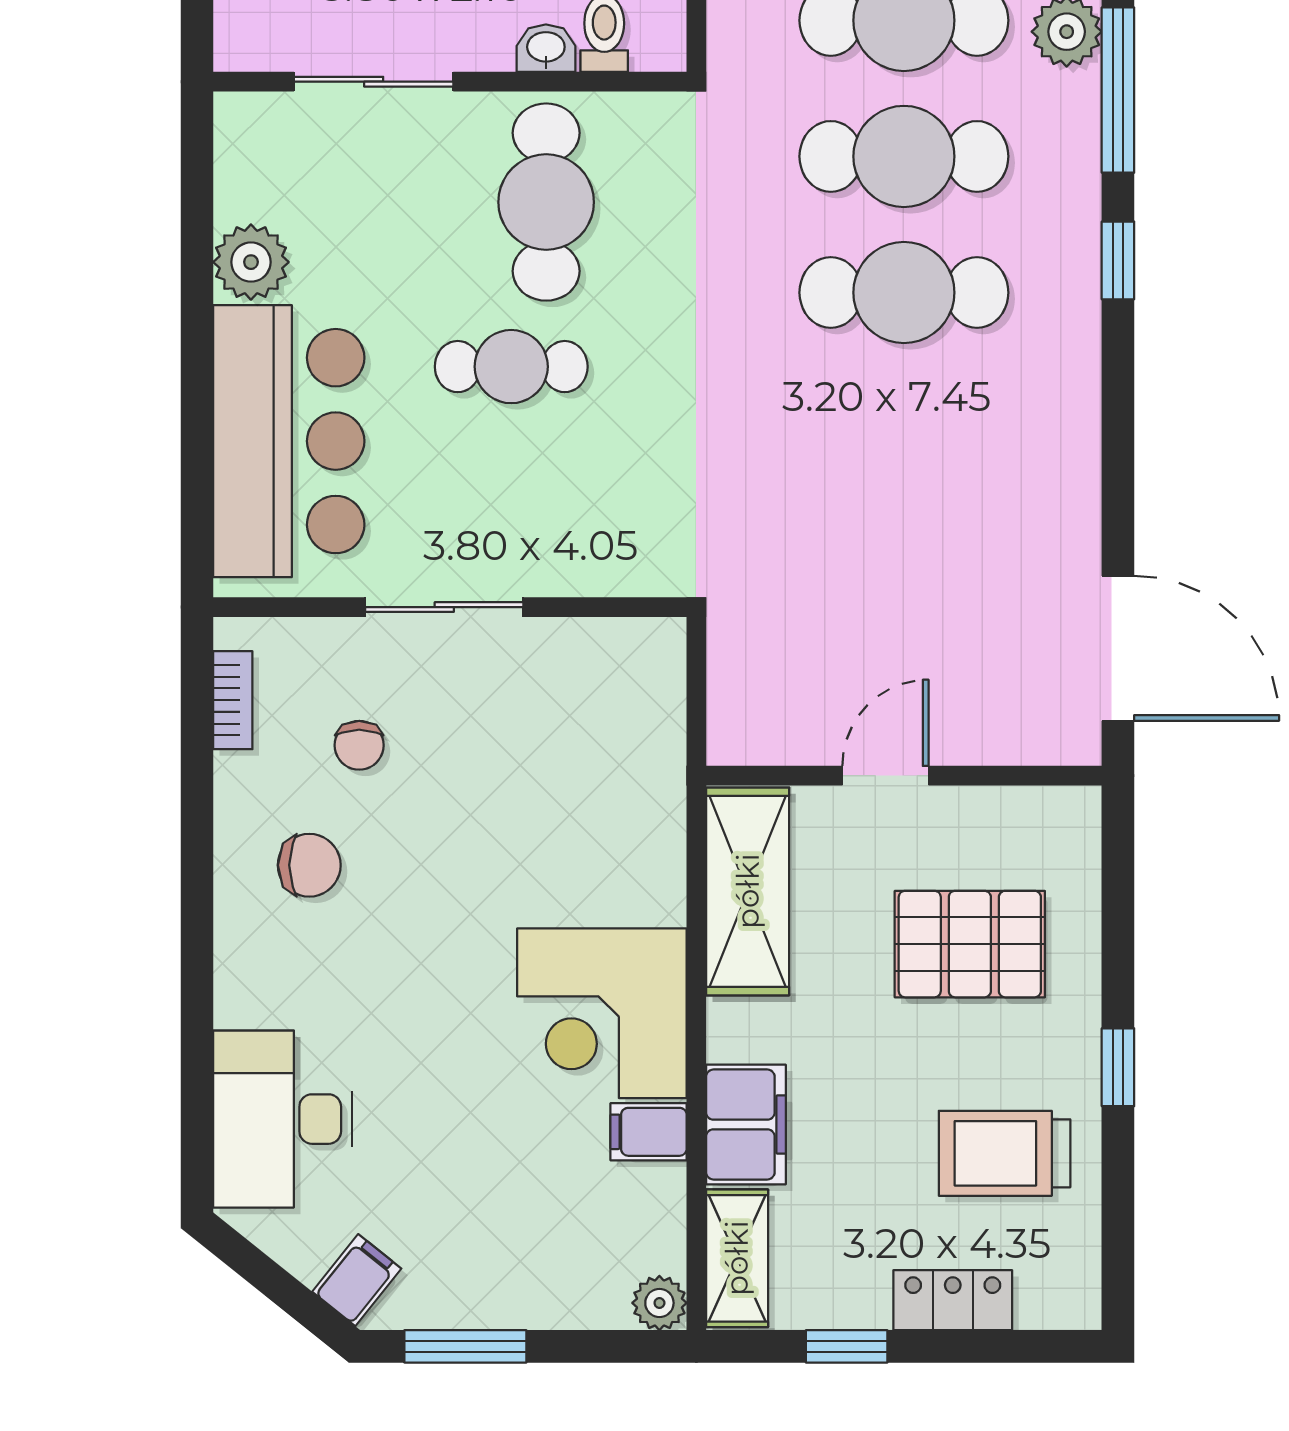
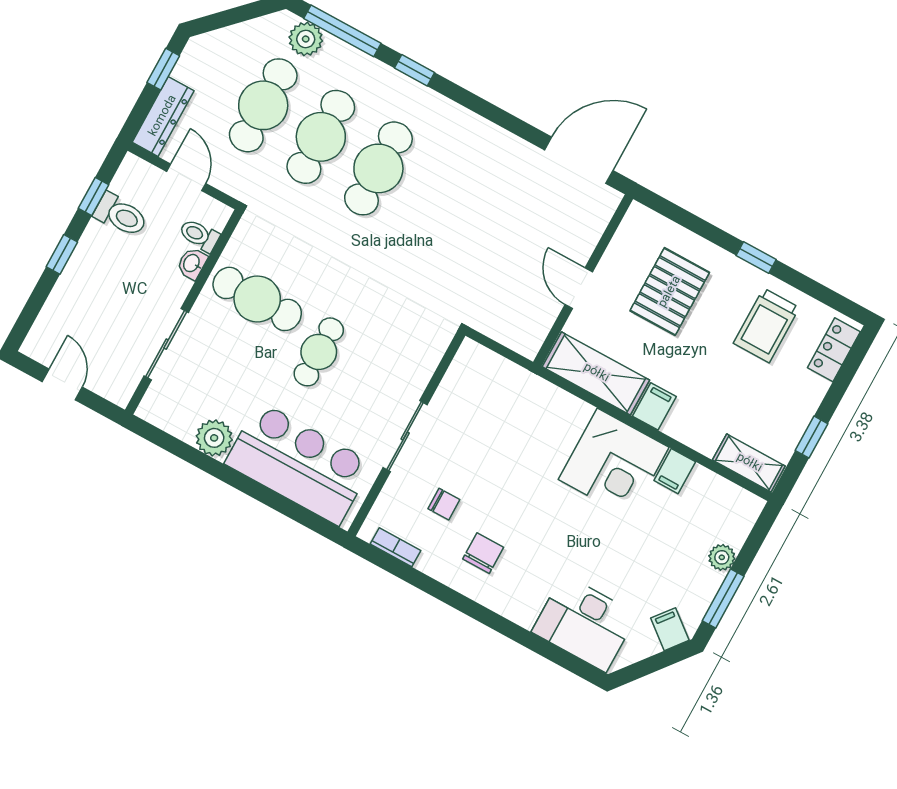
filing cabinet: (746, 1125) -> (654, 406), moved, width x0.50
locker: (953, 1300) -> (834, 350), moved
plant: (659, 1303) -> (722, 557), moved

